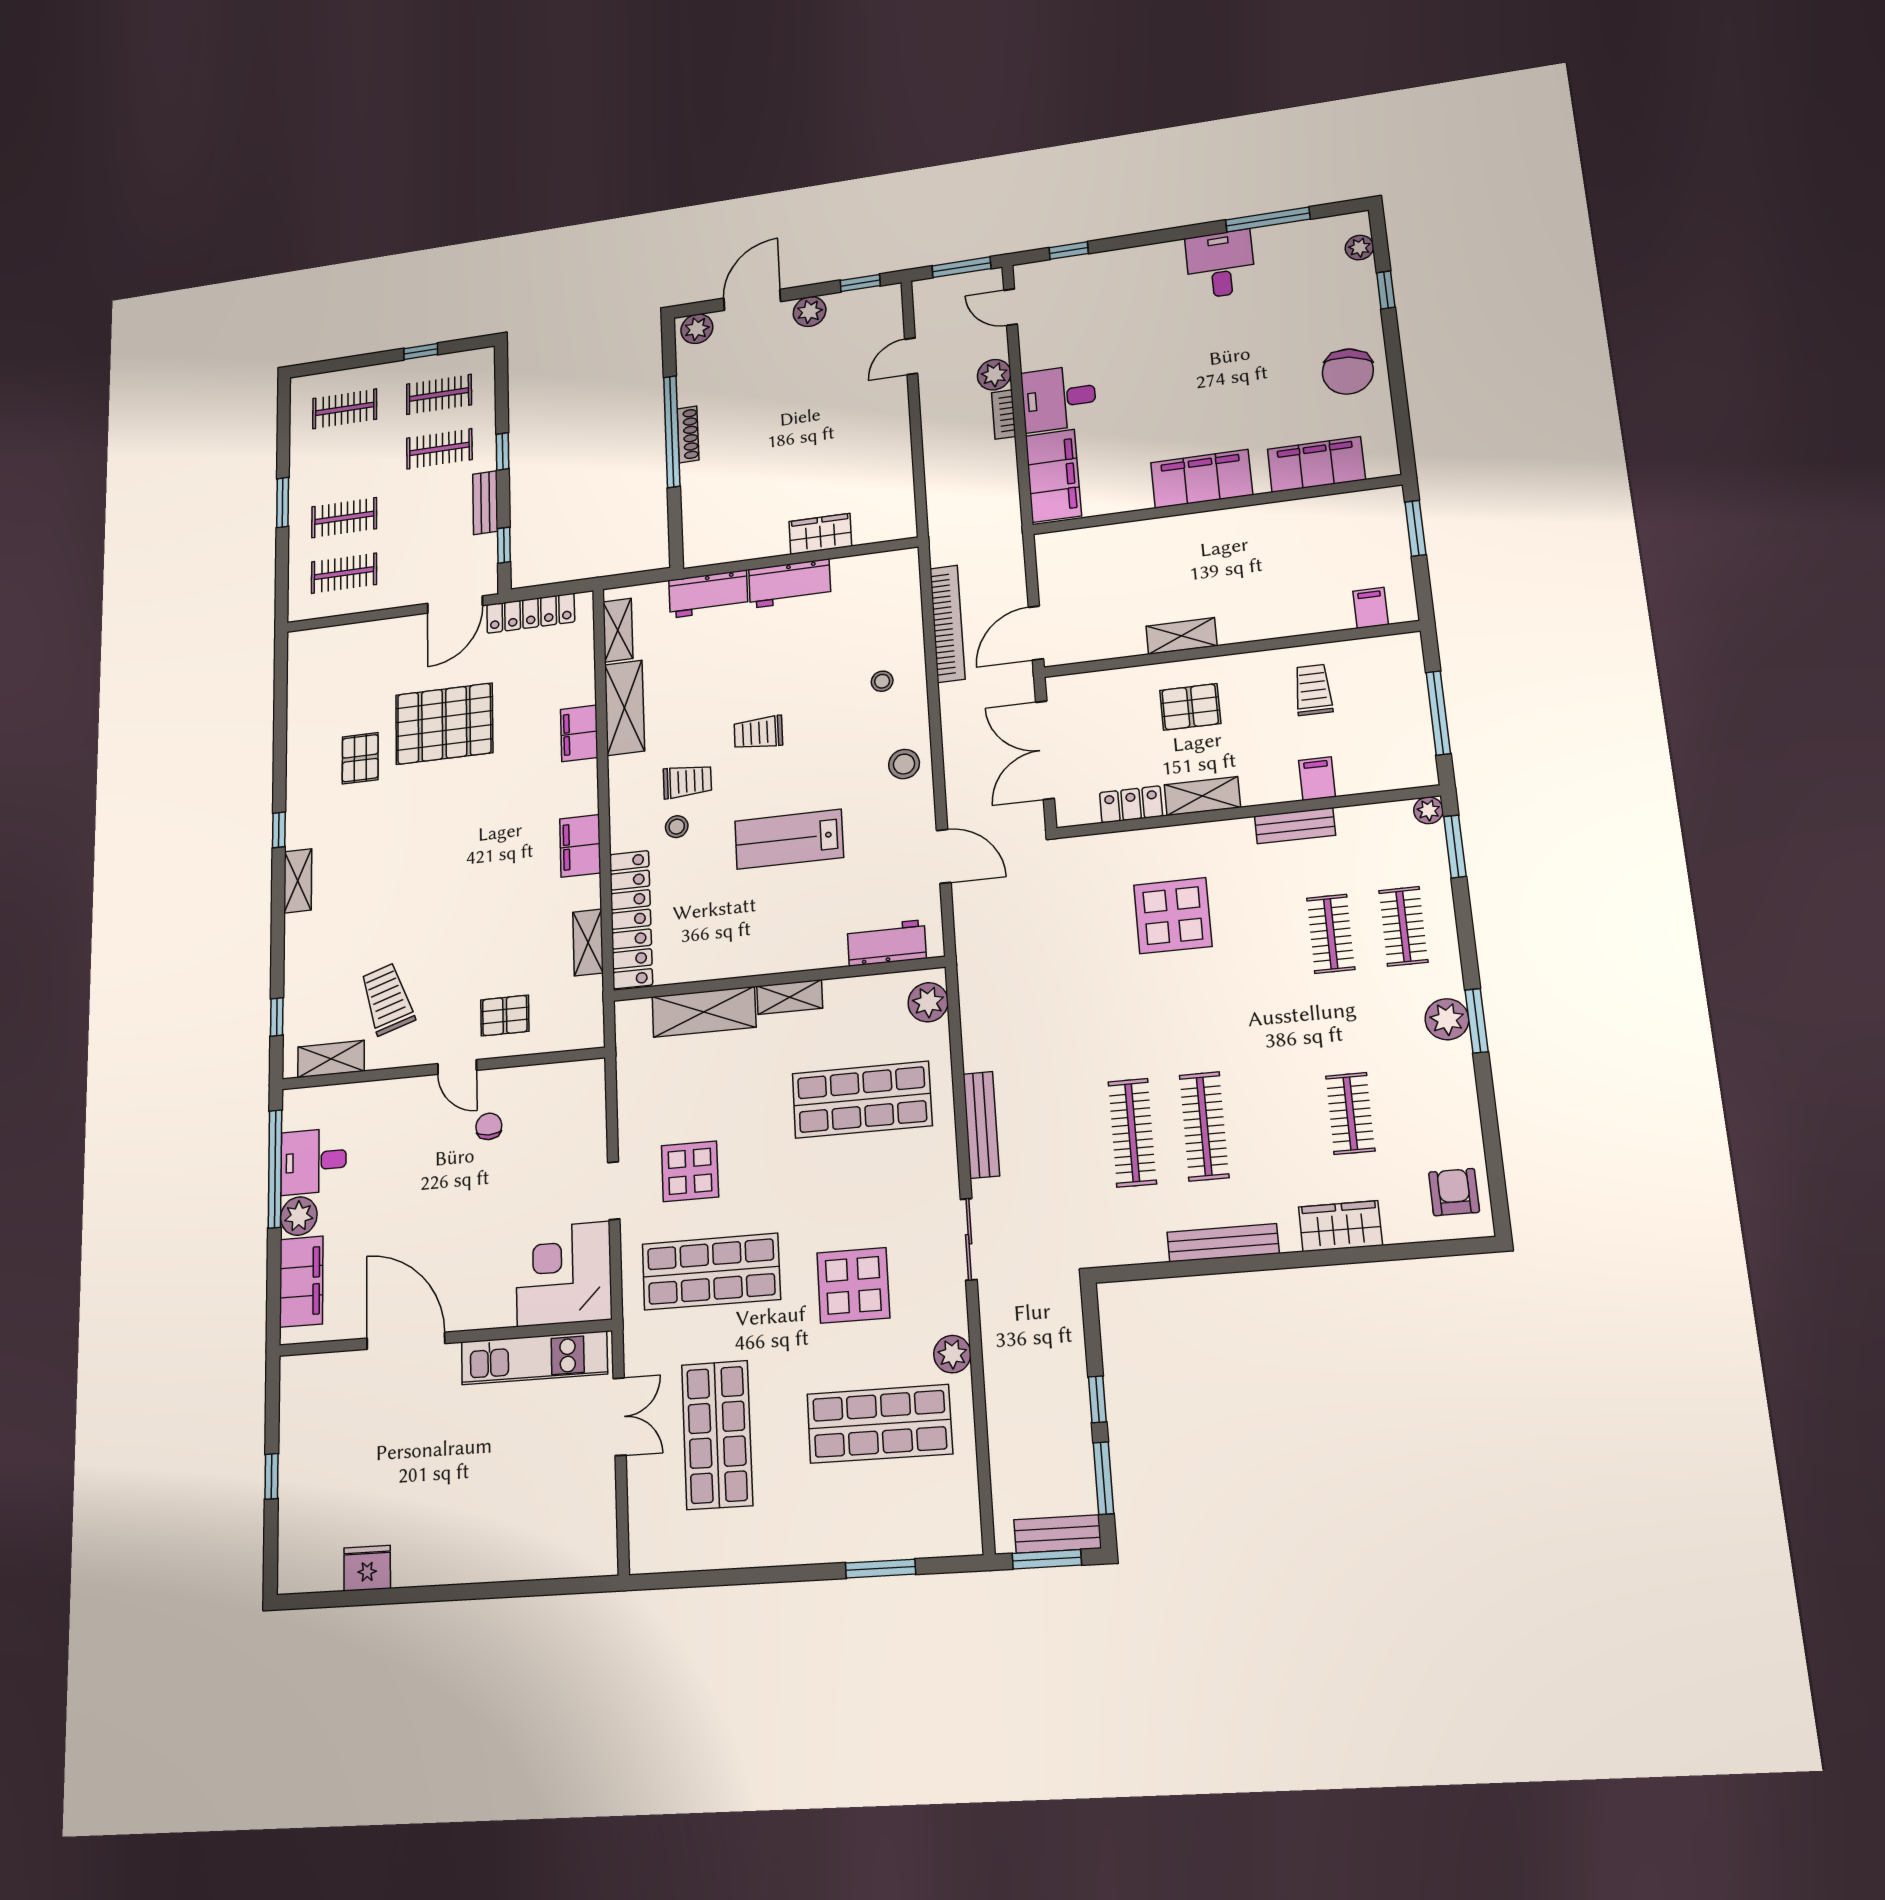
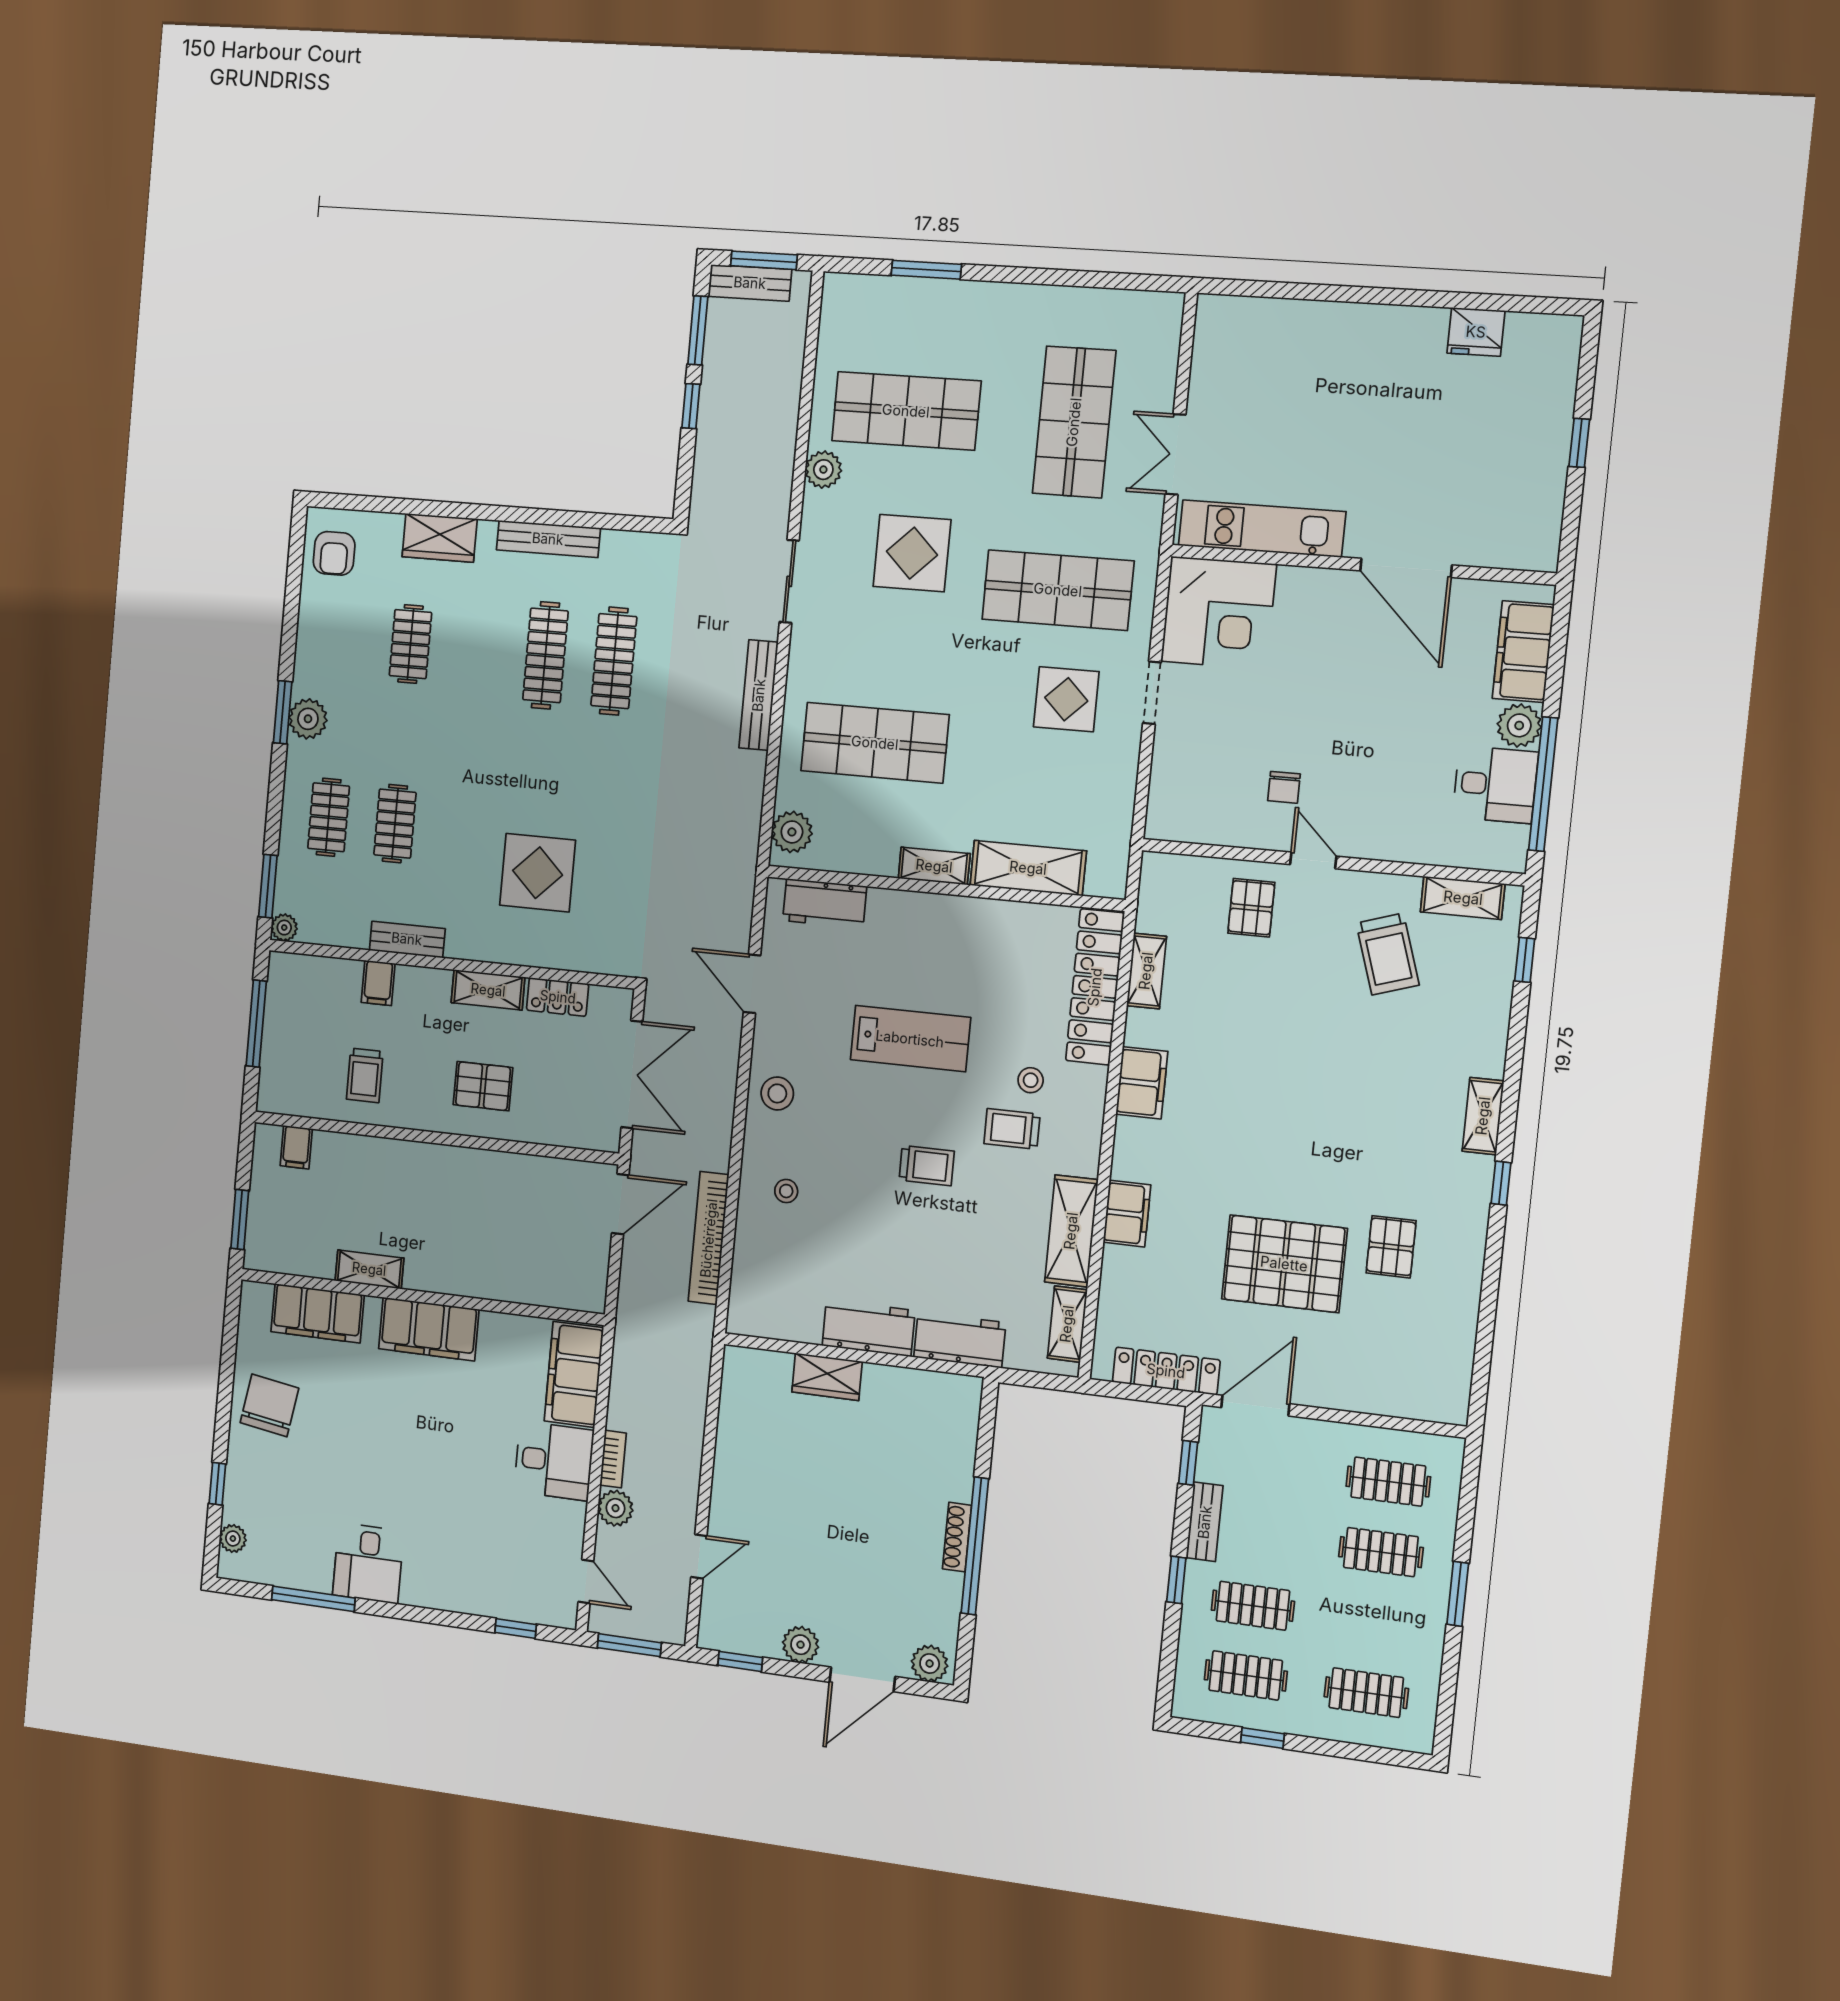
shelving: (1182, 636) -> (369, 1269), moved
pallet: (505, 1016) -> (1251, 908), turned 90

